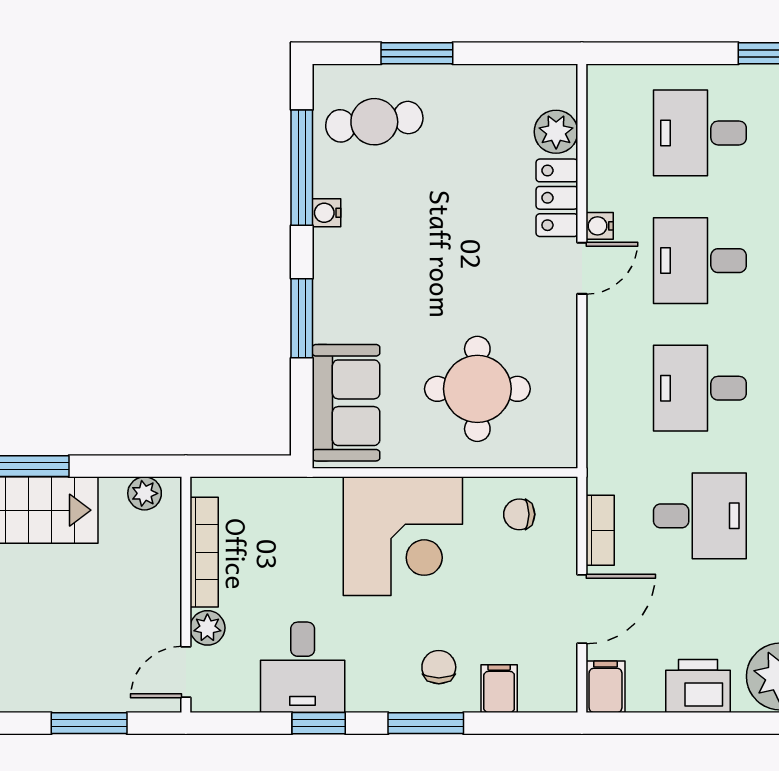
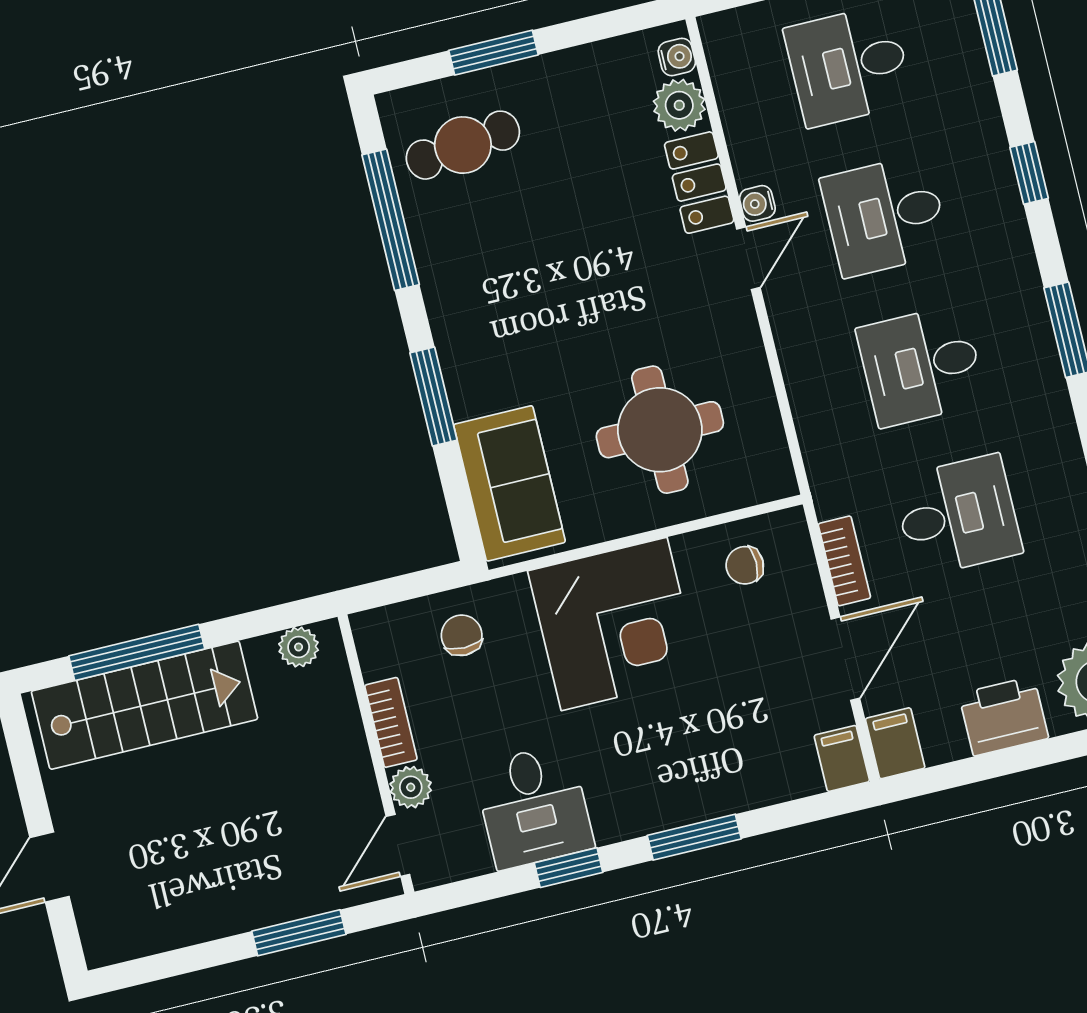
water cooler: (326, 213) -> (677, 57), moved, turned 180
bookcase: (204, 552) -> (391, 722), width x0.64
chair: (439, 667) -> (462, 635), moved
filing cabinet: (499, 689) -> (842, 758), moved

